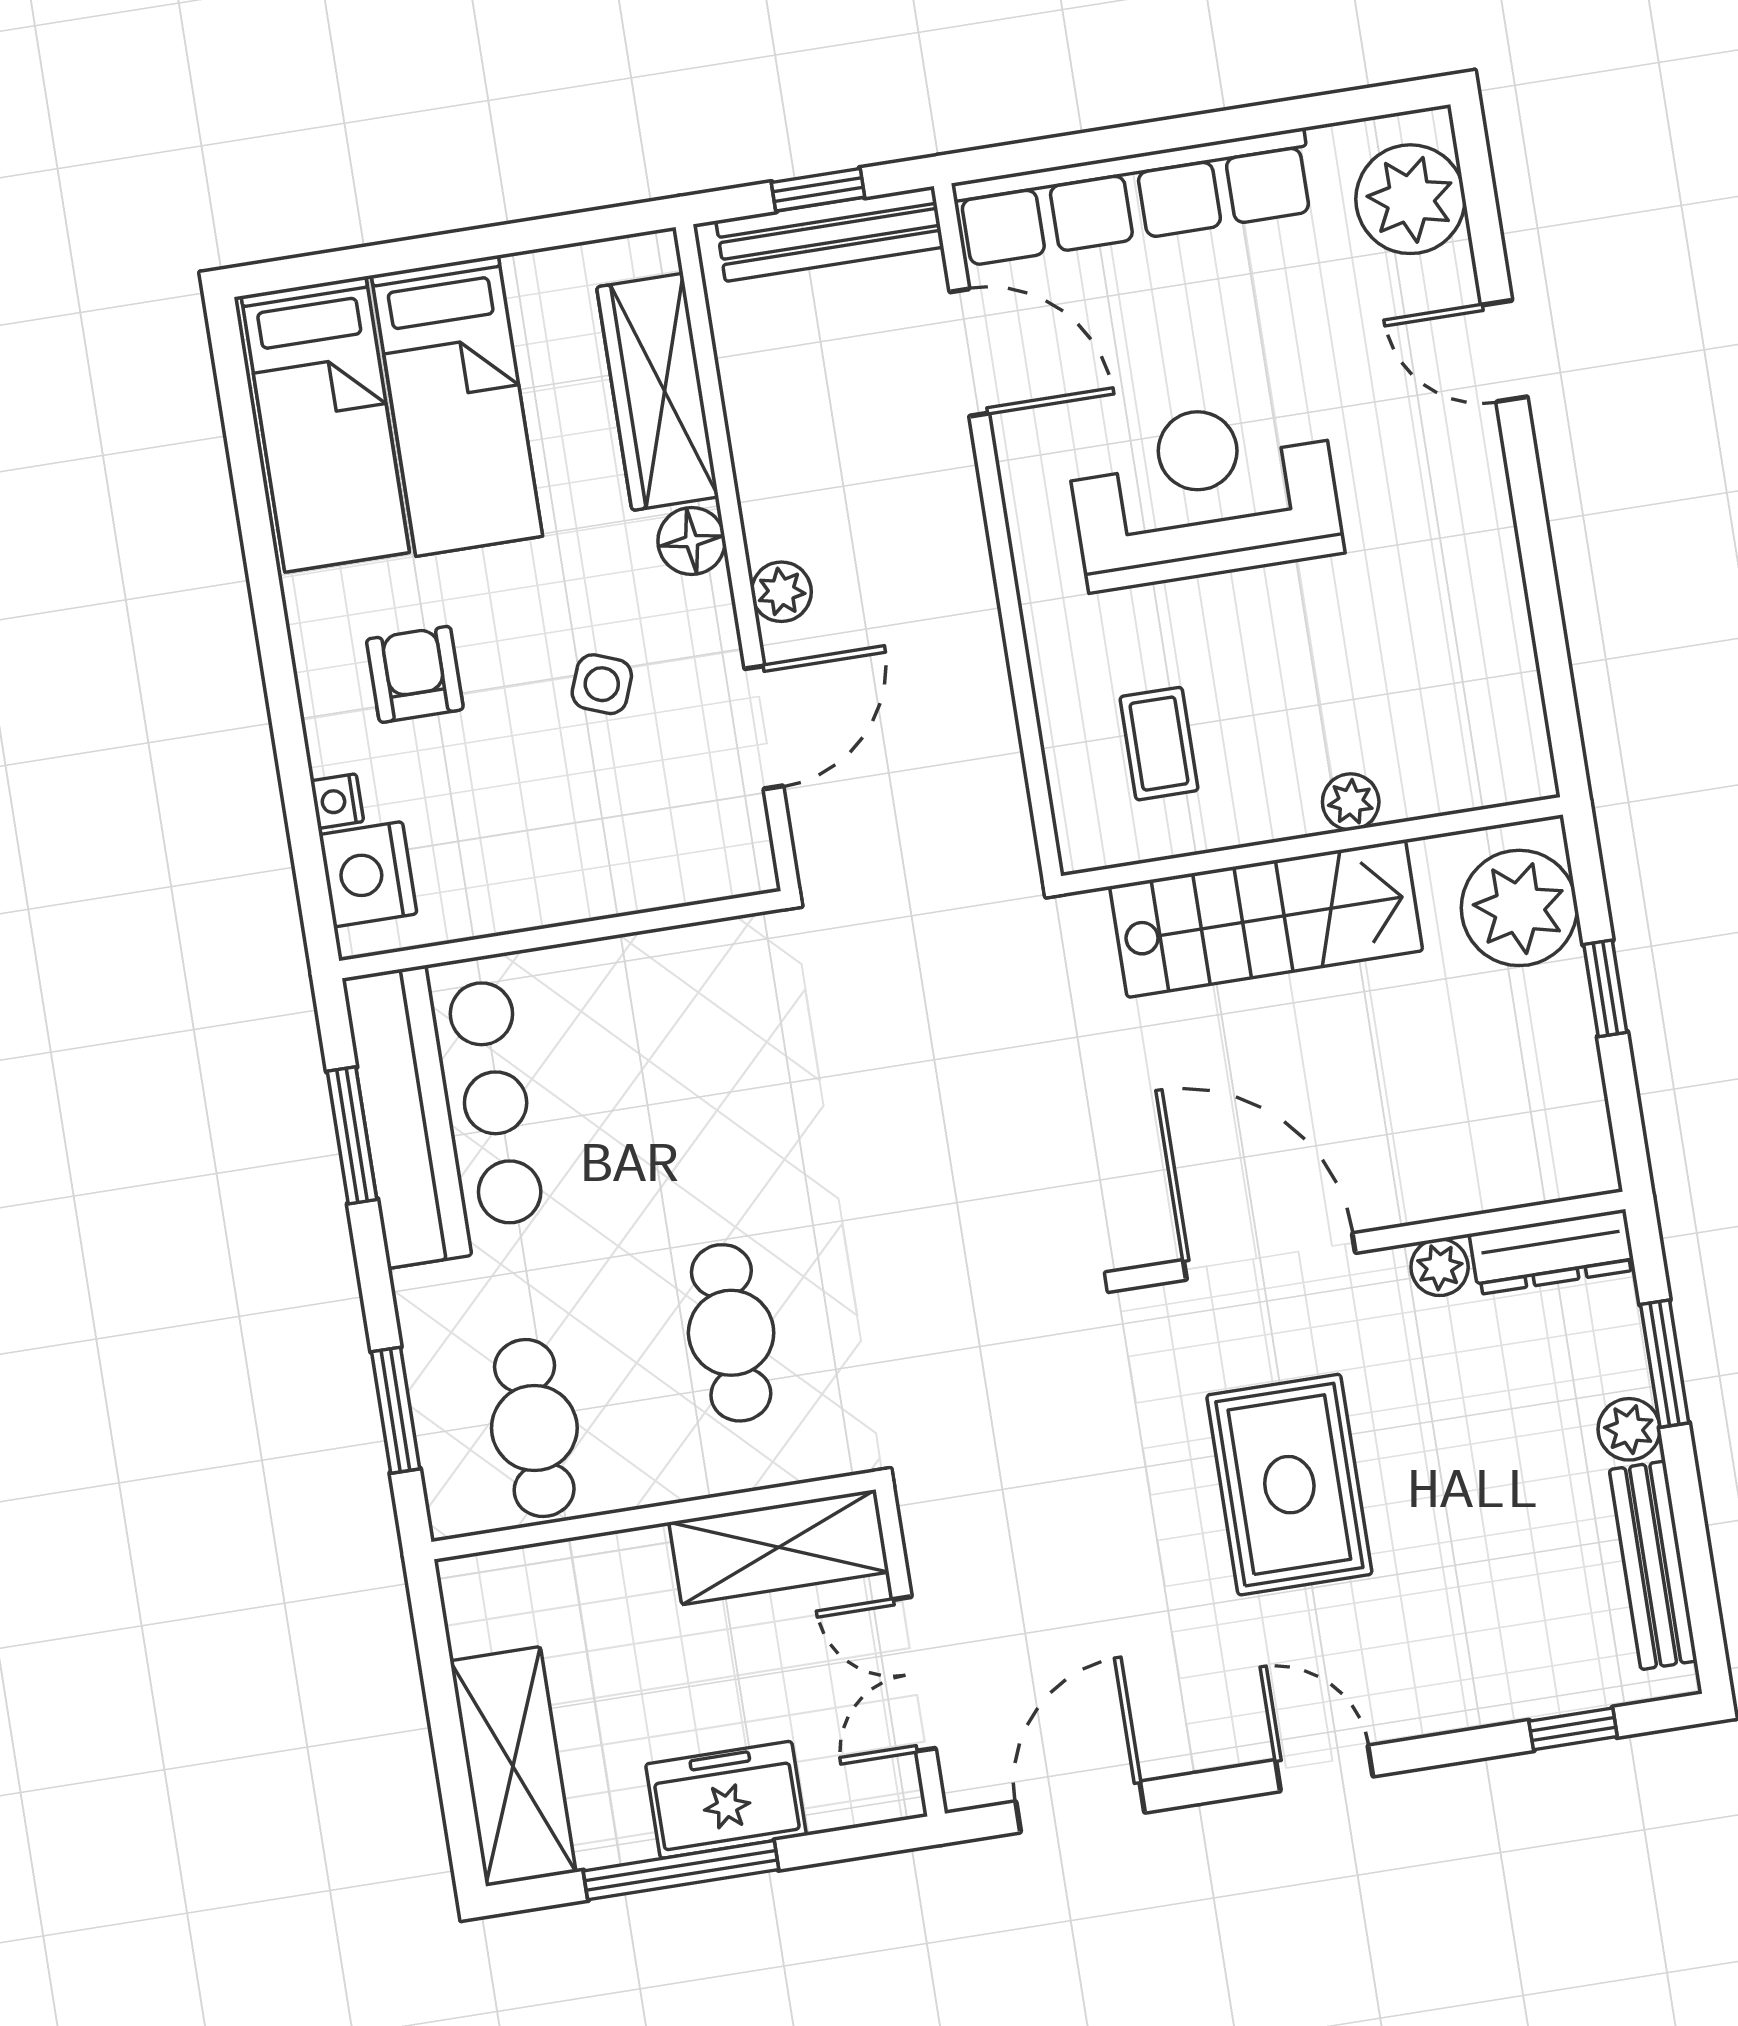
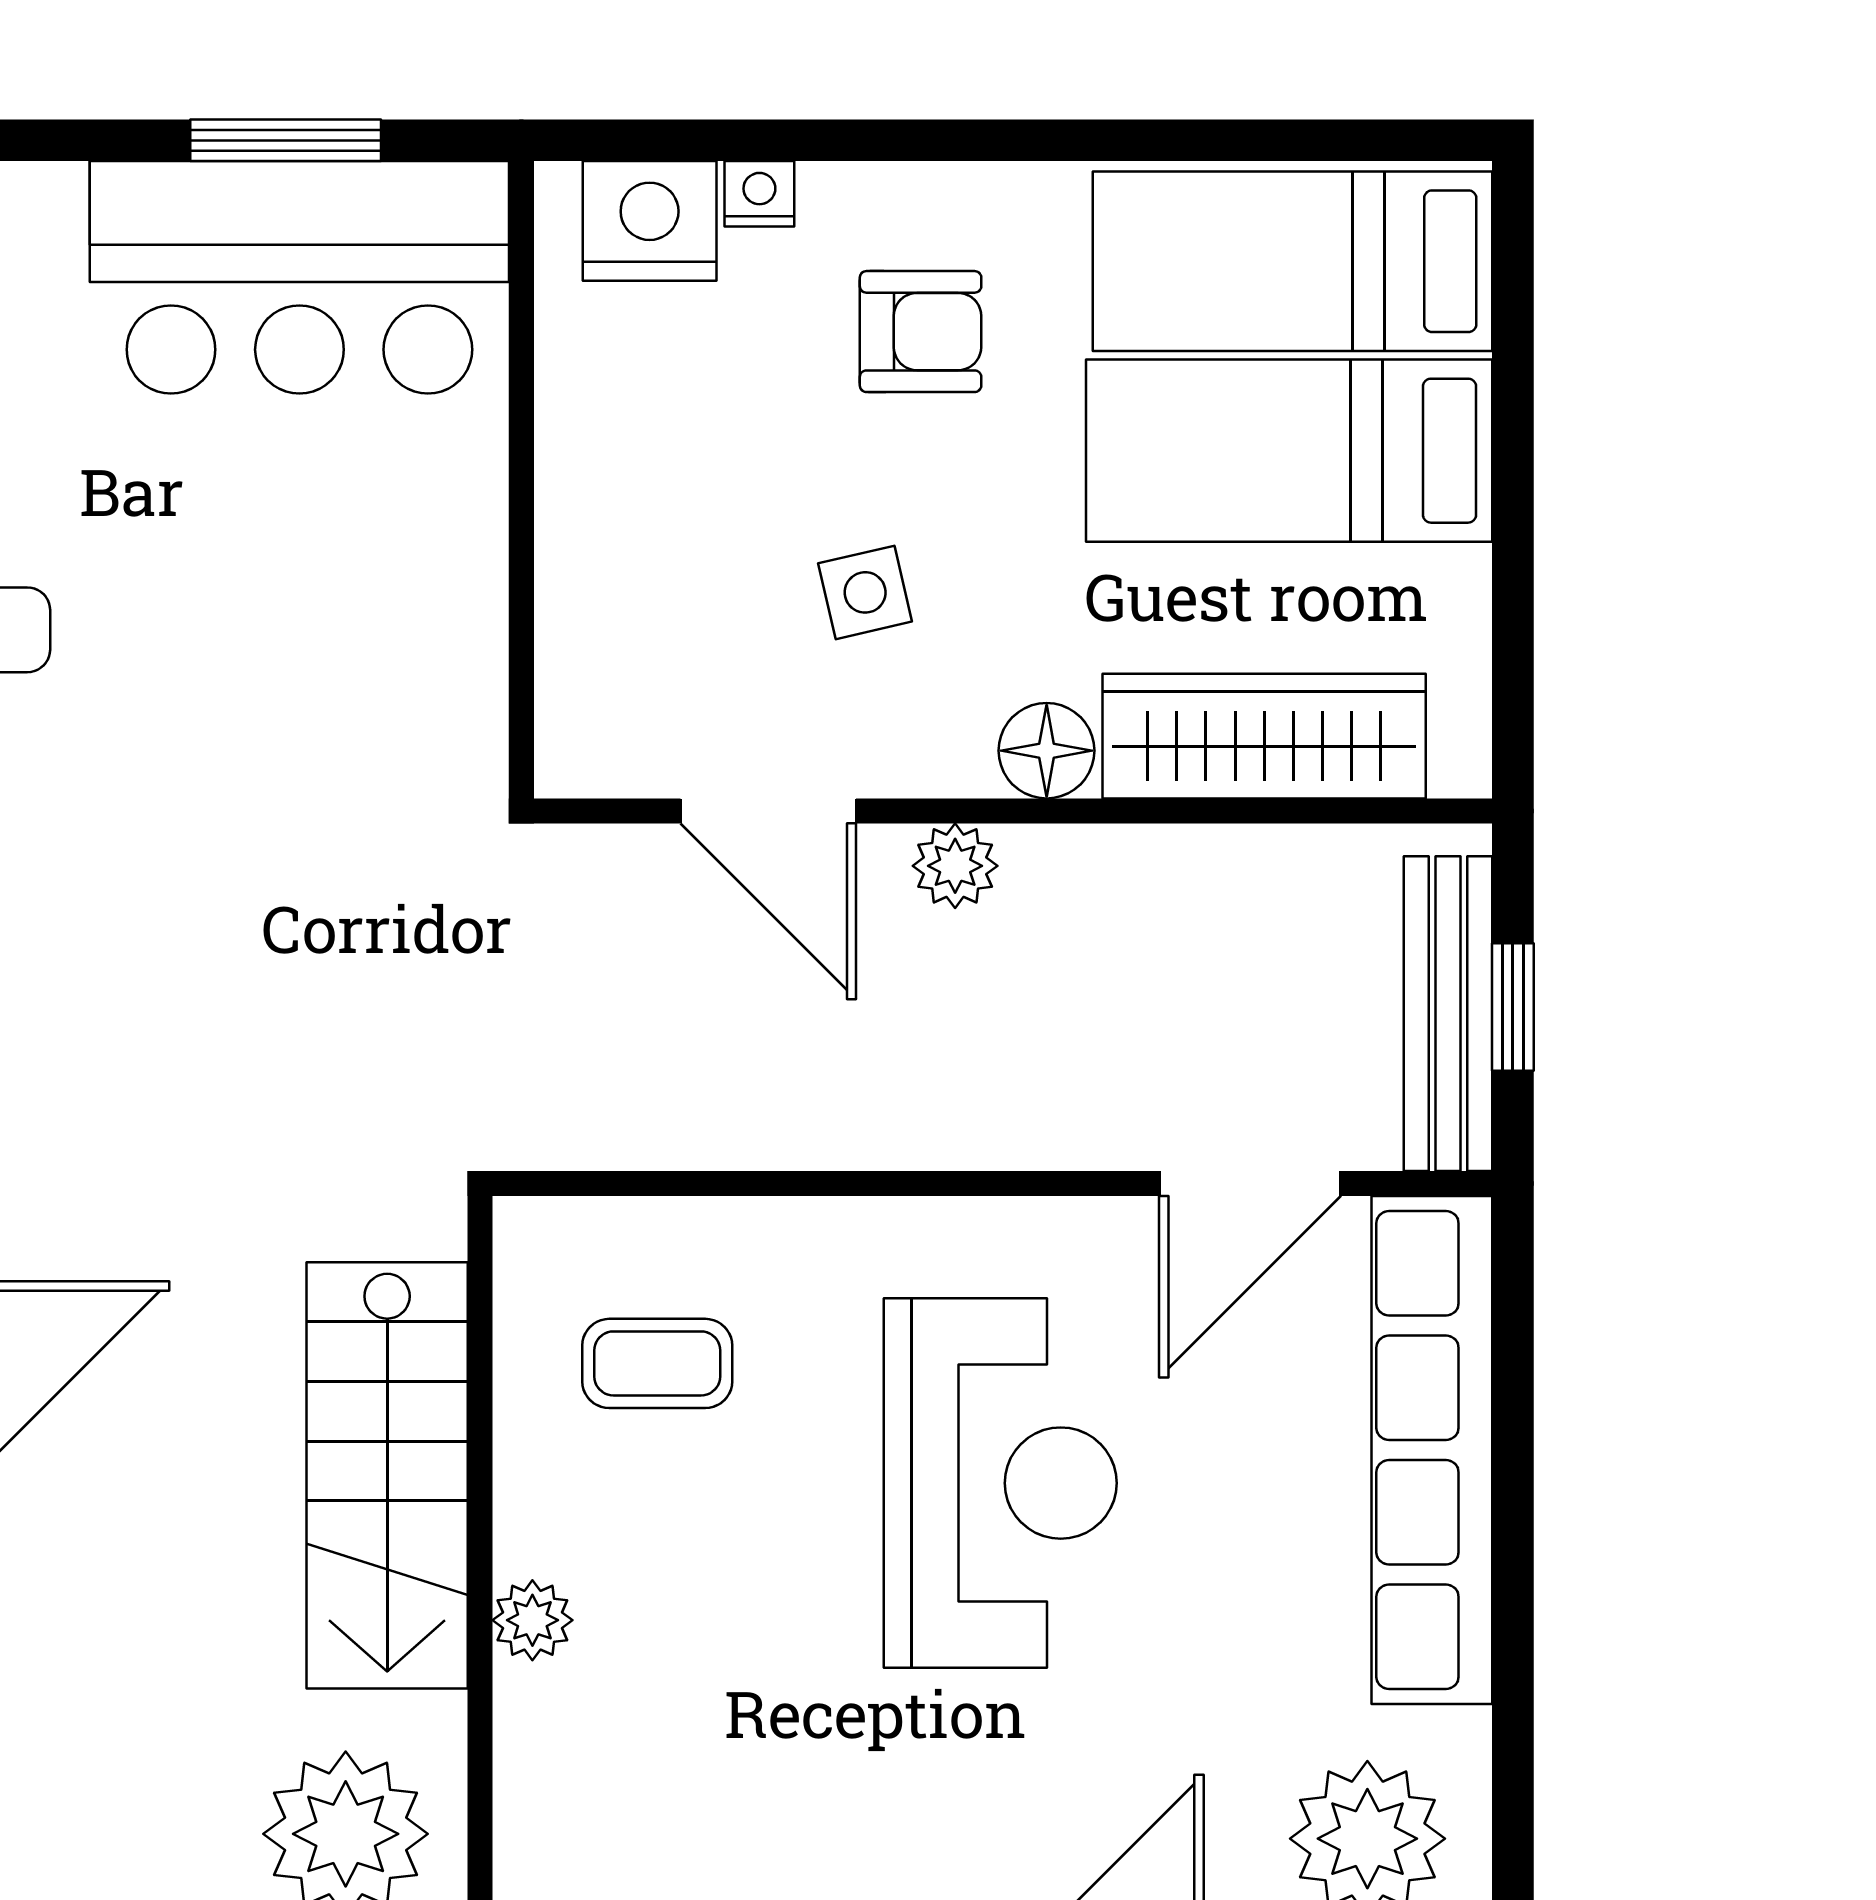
side table: (602, 684) -> (865, 592), turned -34

